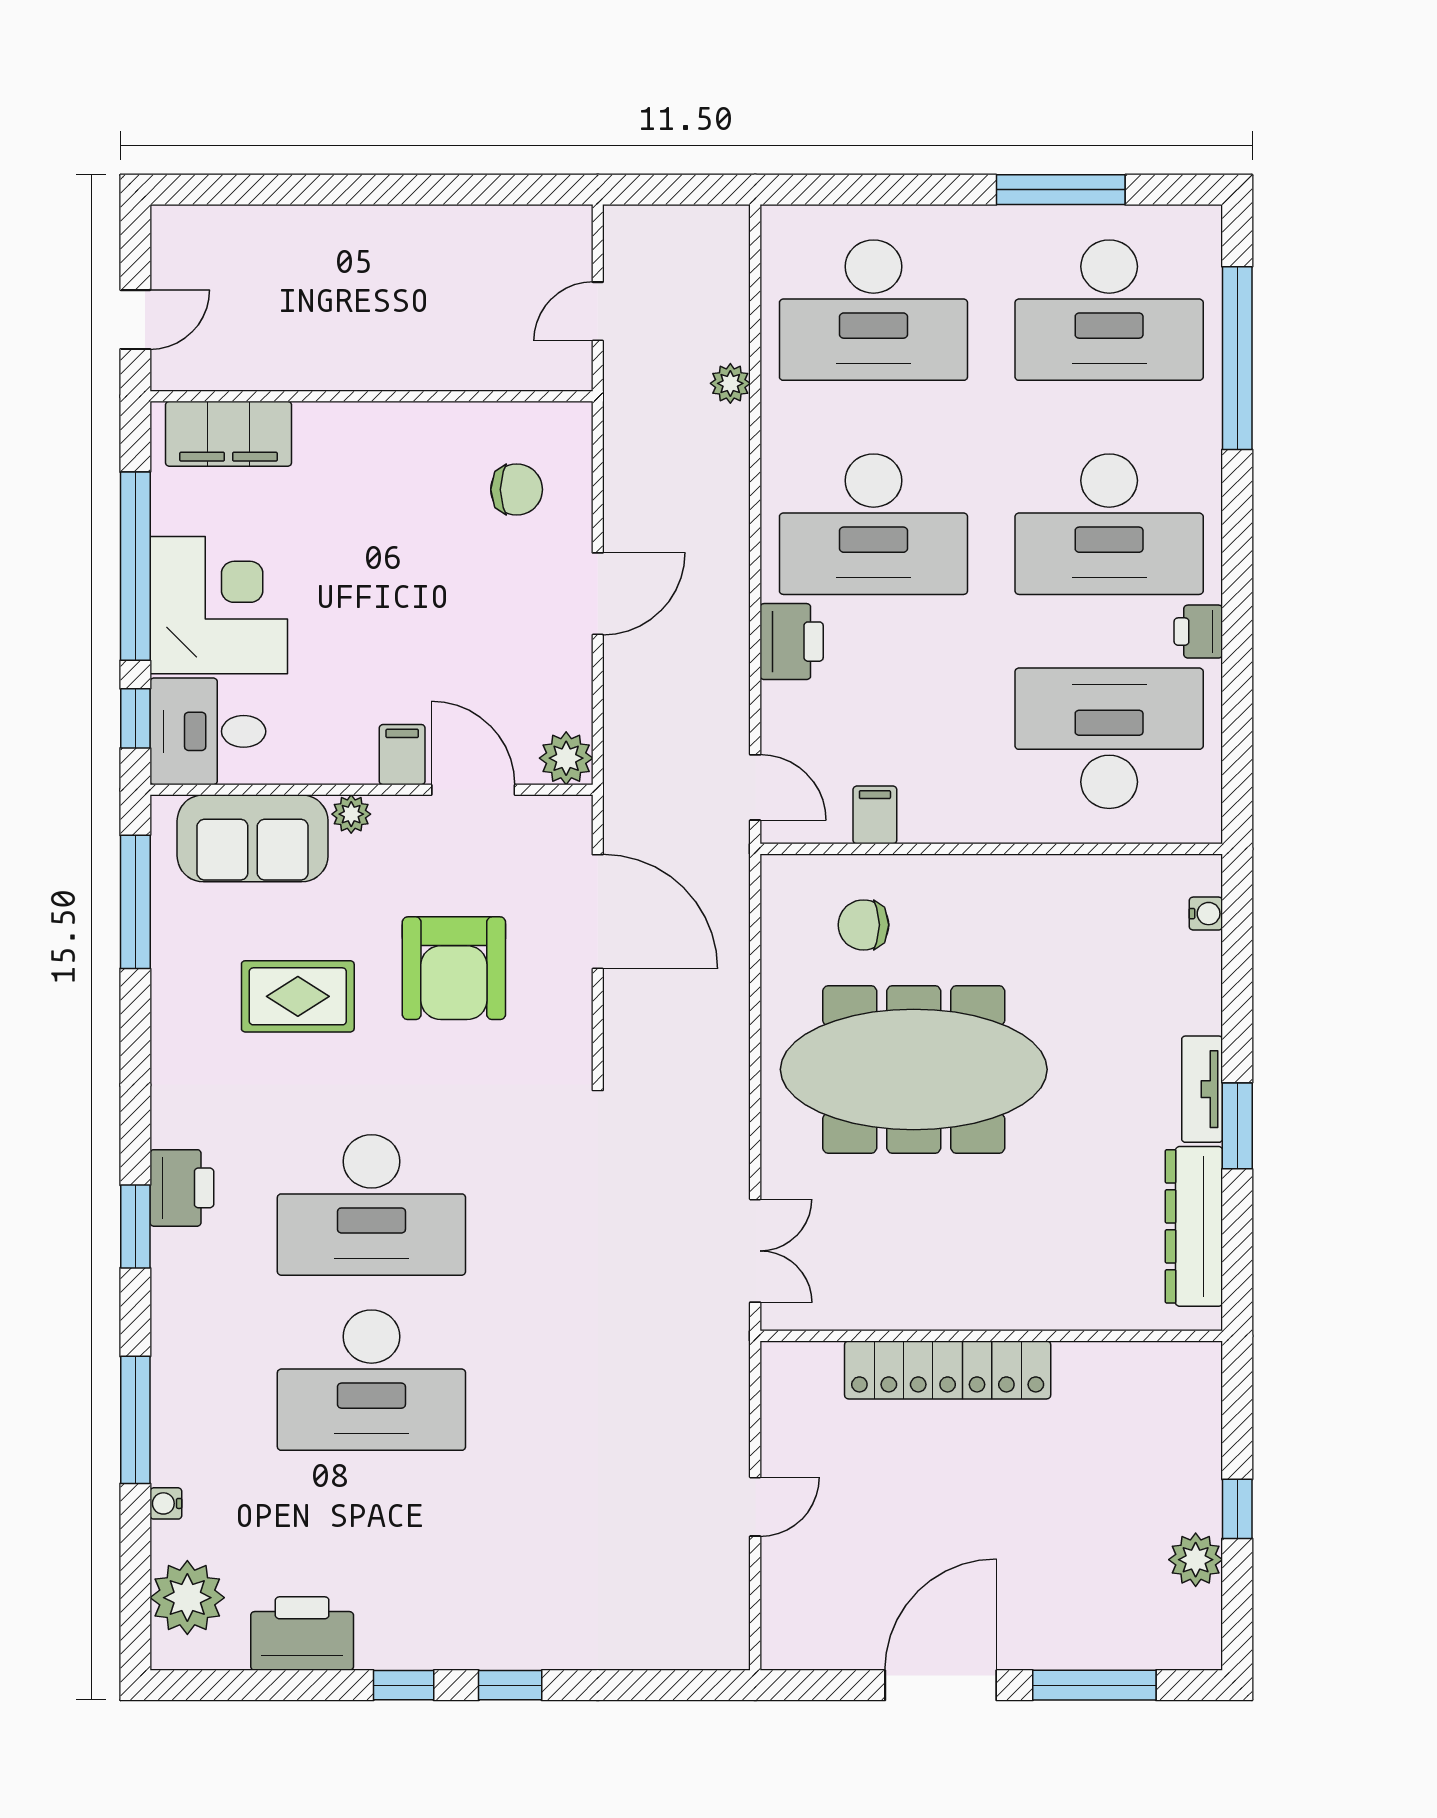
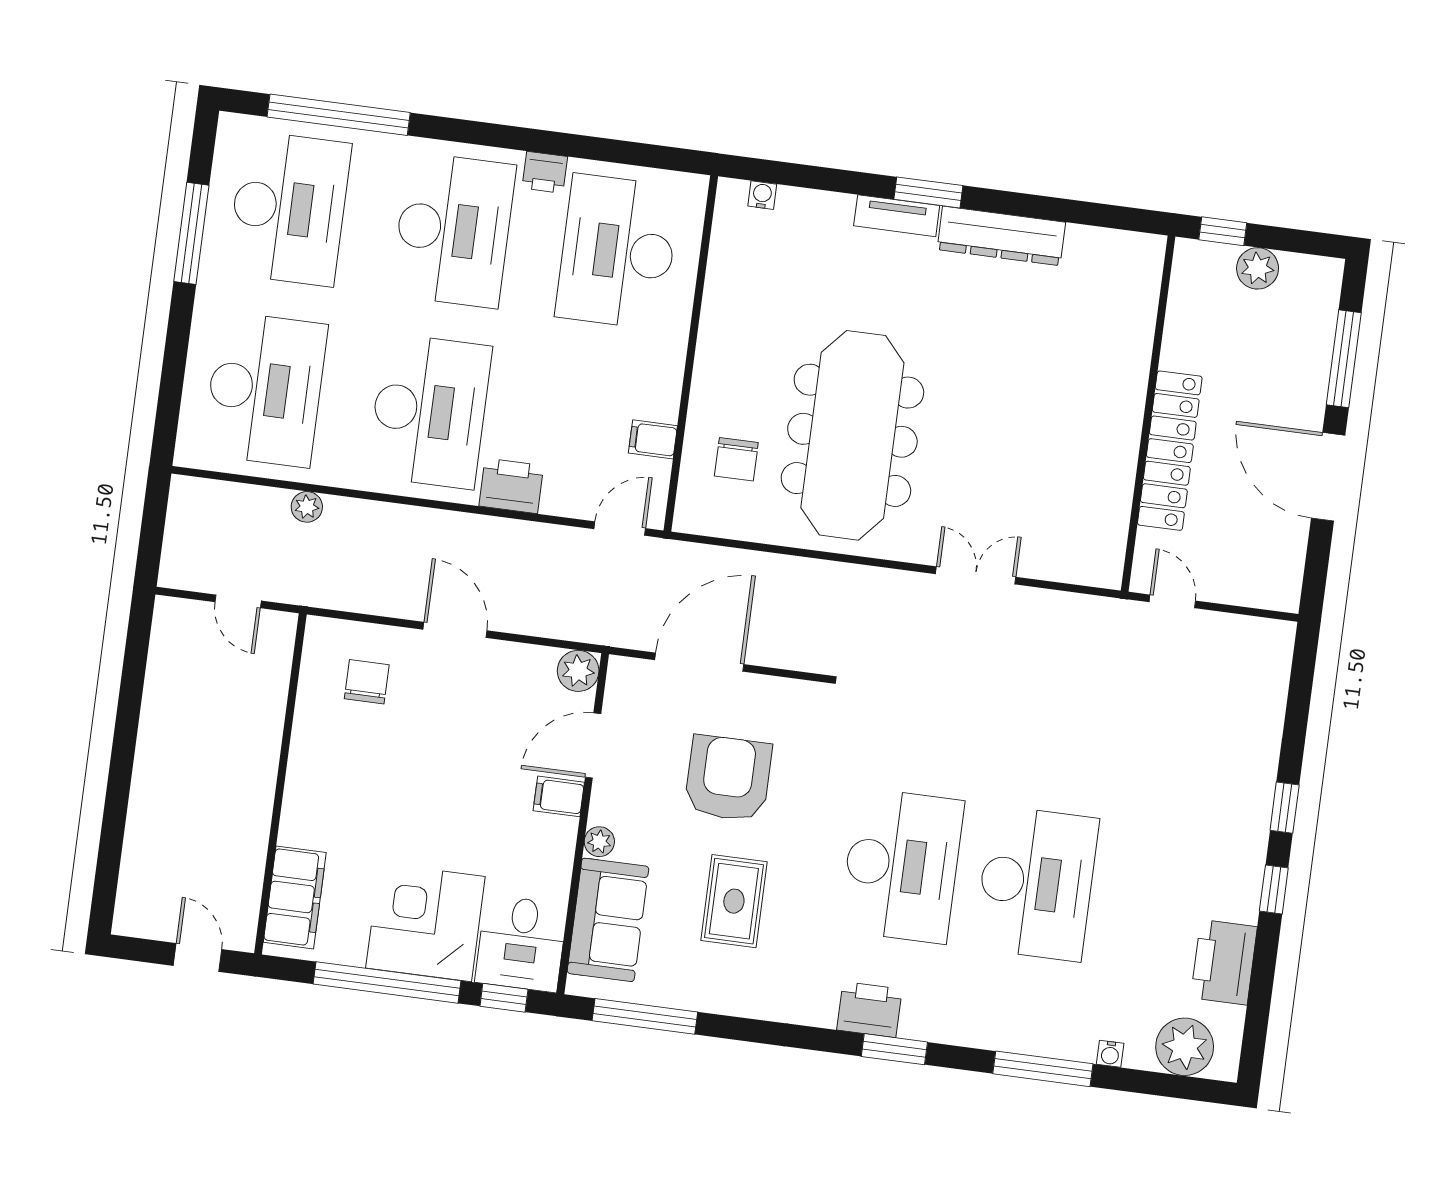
armchair: (454, 968) -> (728, 778), turned -90
wall: (991, 1336) -> (1148, 414), moved
locker: (948, 1370) -> (1170, 451), moved

